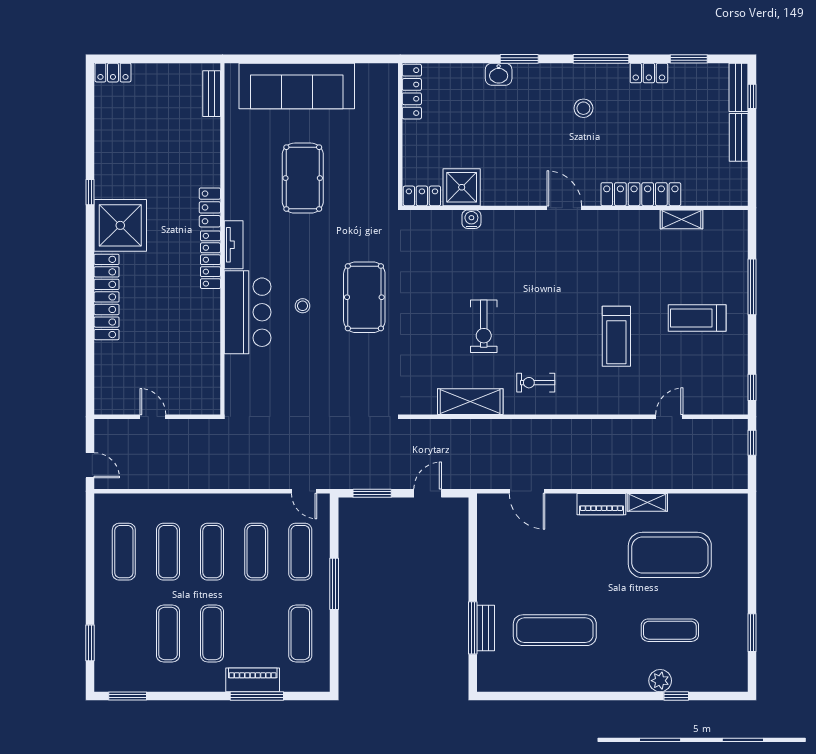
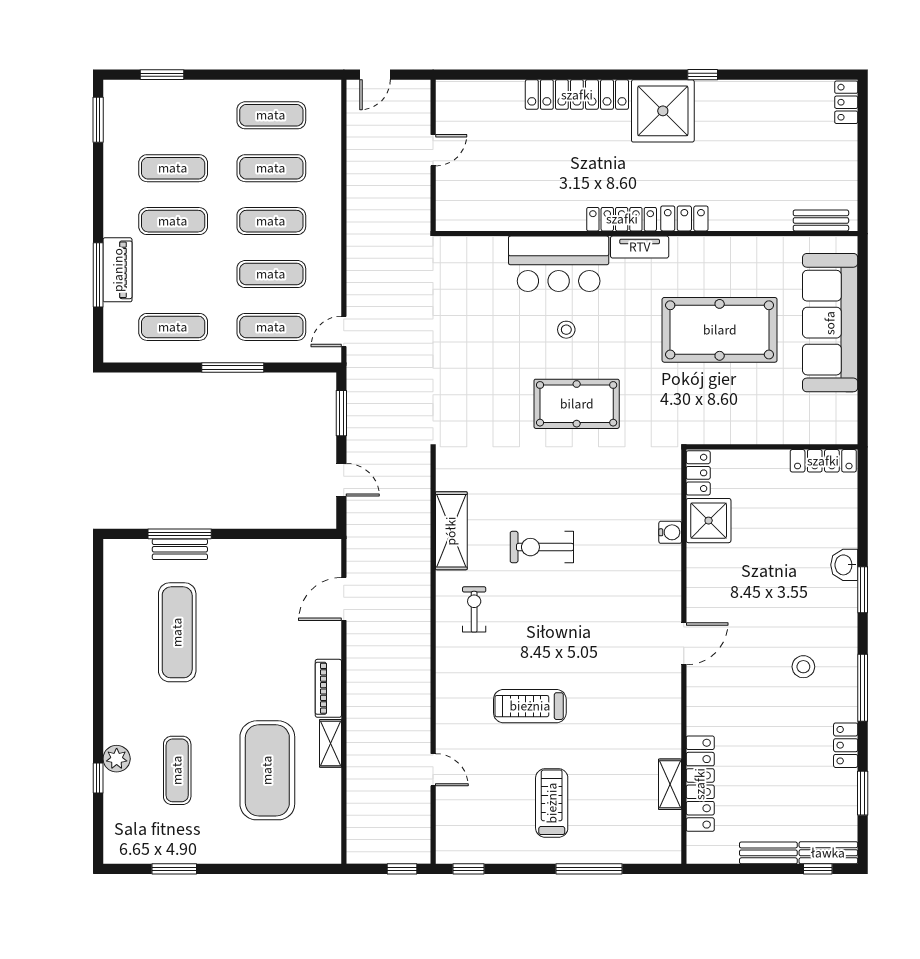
pool table: (303, 178) -> (720, 330), width x1.36, depth x1.32
locker: (641, 194) -> (700, 784), moved

